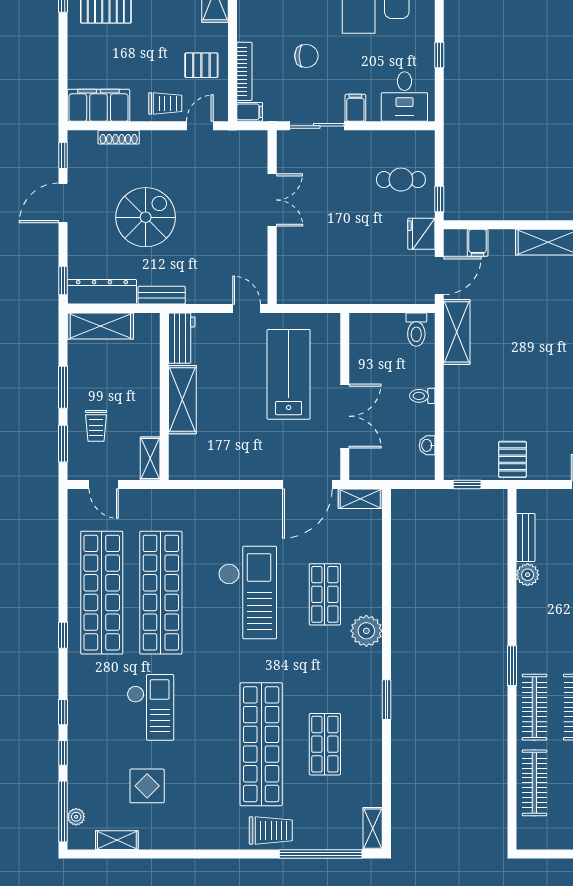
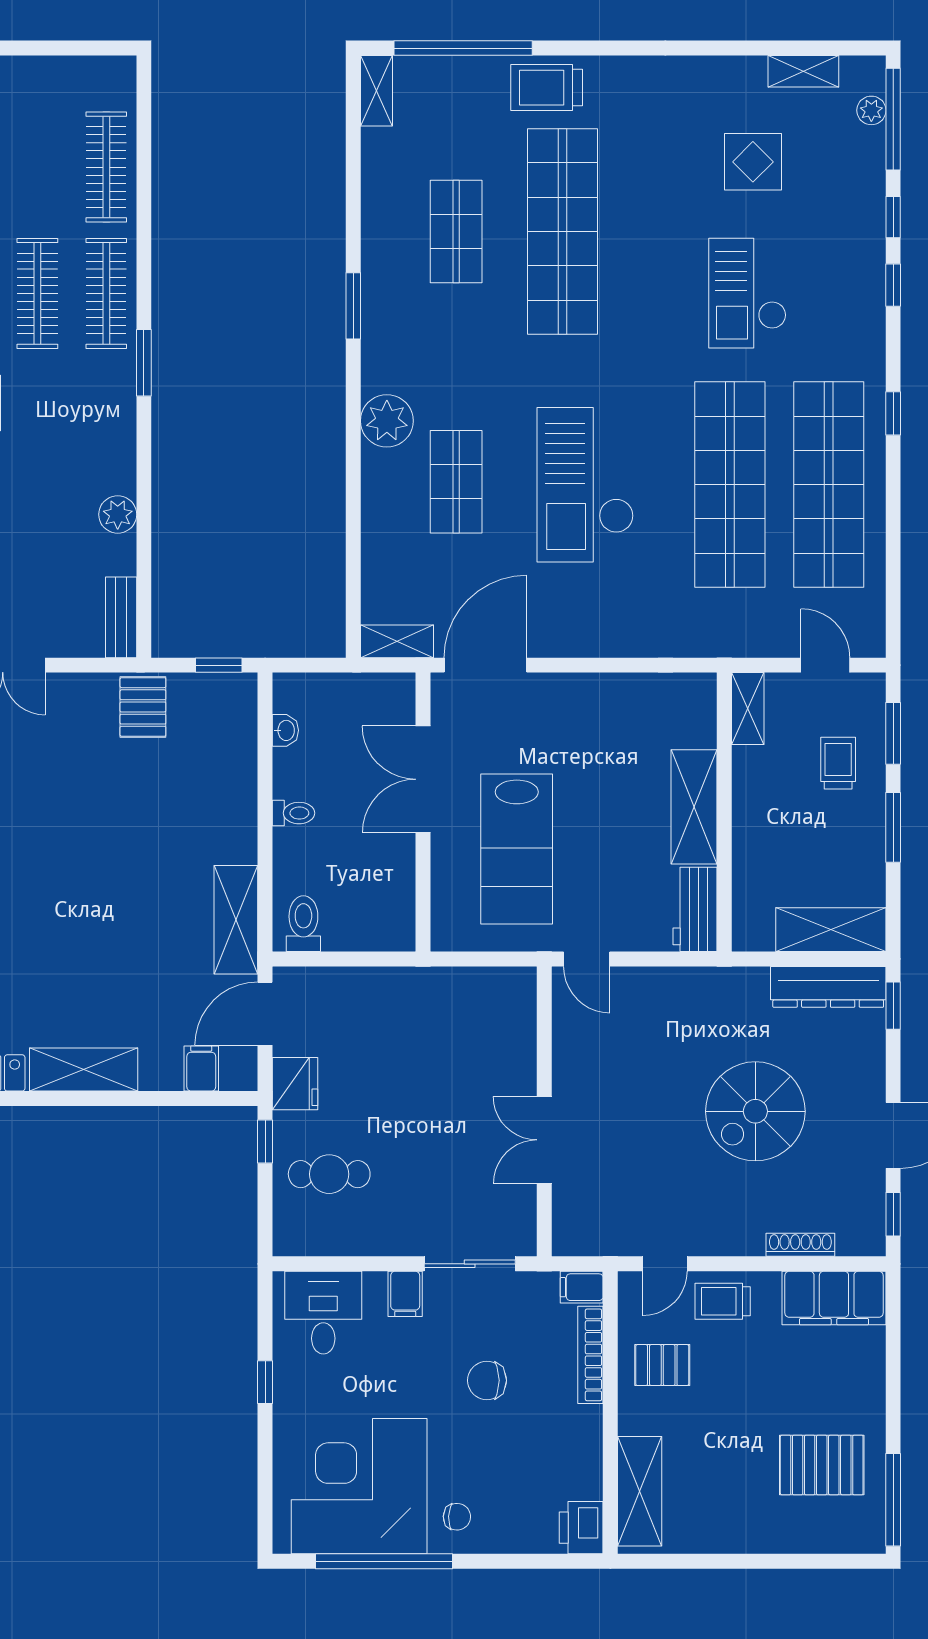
bench: (162, 295) -> (729, 981), removed
bench: (526, 537) -> (121, 617), moved

